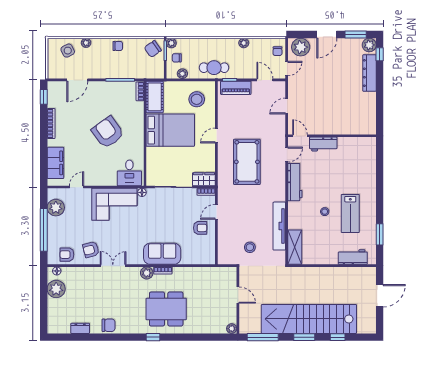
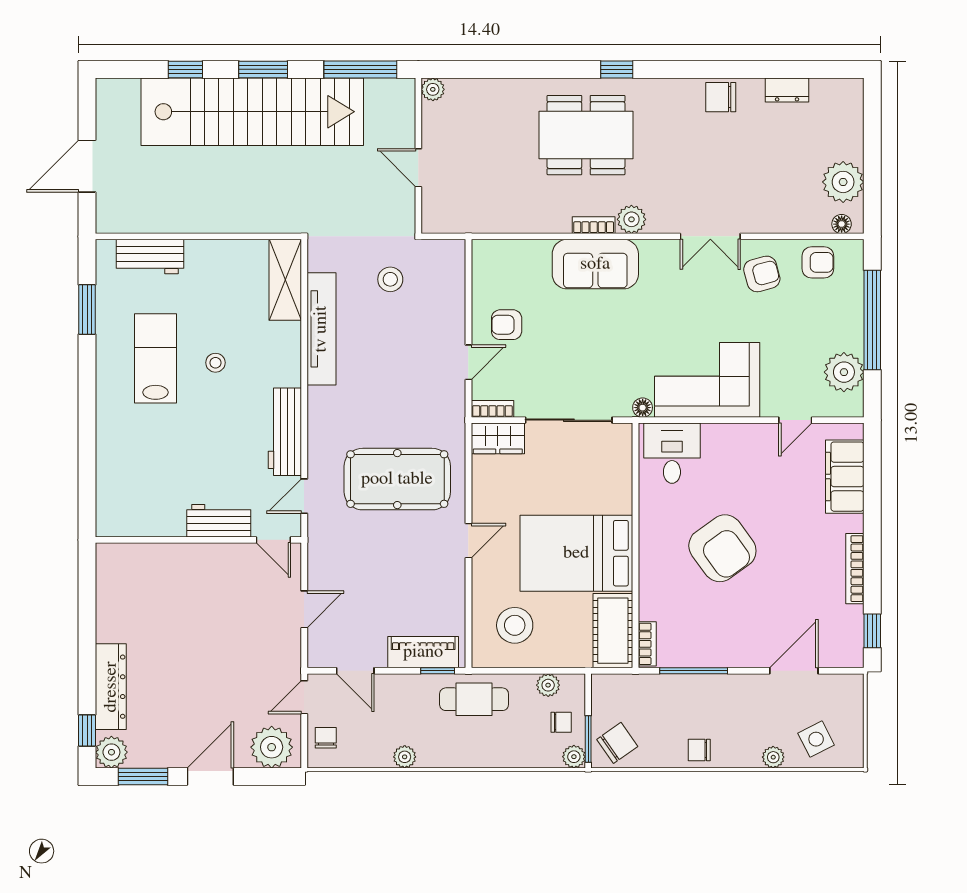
pool table: (247, 162) -> (397, 479), turned 90

